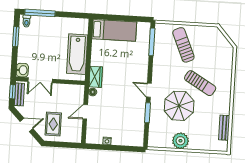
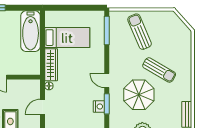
bed: (114, 30) -> (67, 38), moved
bathtub: (77, 54) -> (31, 31), moved
wardrobe: (96, 77) -> (51, 65), width x1.50
nightstand: (140, 115) -> (99, 107), added

